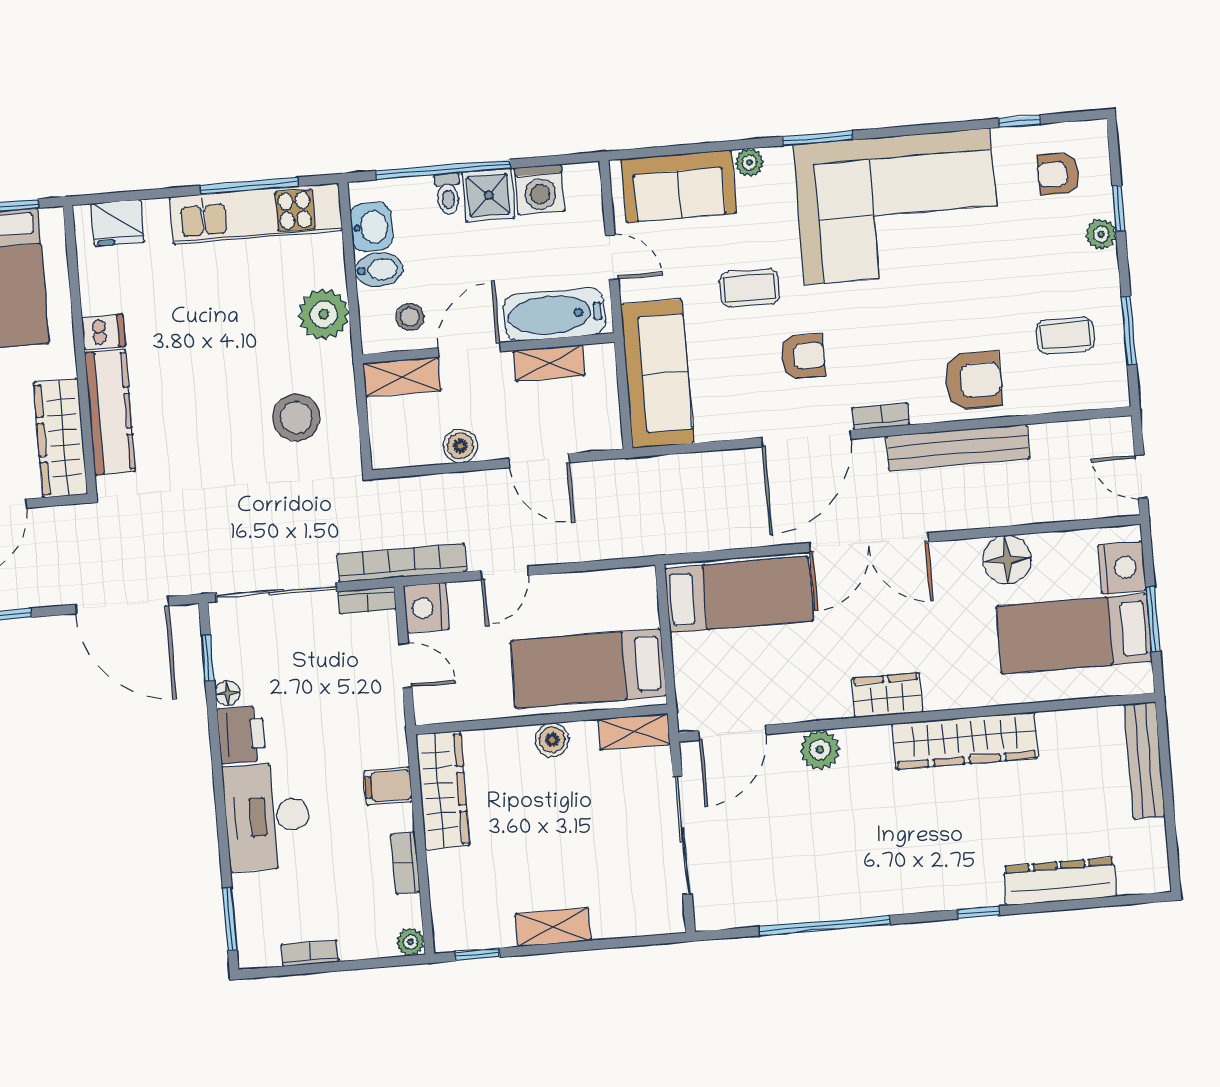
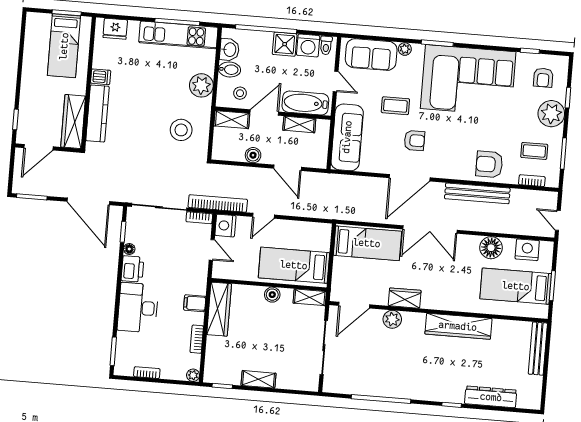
armchair: (1058, 174) -> (543, 78), turned -90
toilet: (448, 194) -> (326, 45), moved
plant: (1101, 234) -> (551, 114), width x1.88, depth x1.88
armchair: (973, 380) -> (489, 164), turned 180
bookcase: (881, 416) -> (532, 181), moved
nightstand: (1122, 568) -> (527, 250), moved, turned -90
wardrobe: (887, 695) -> (405, 298), moved

